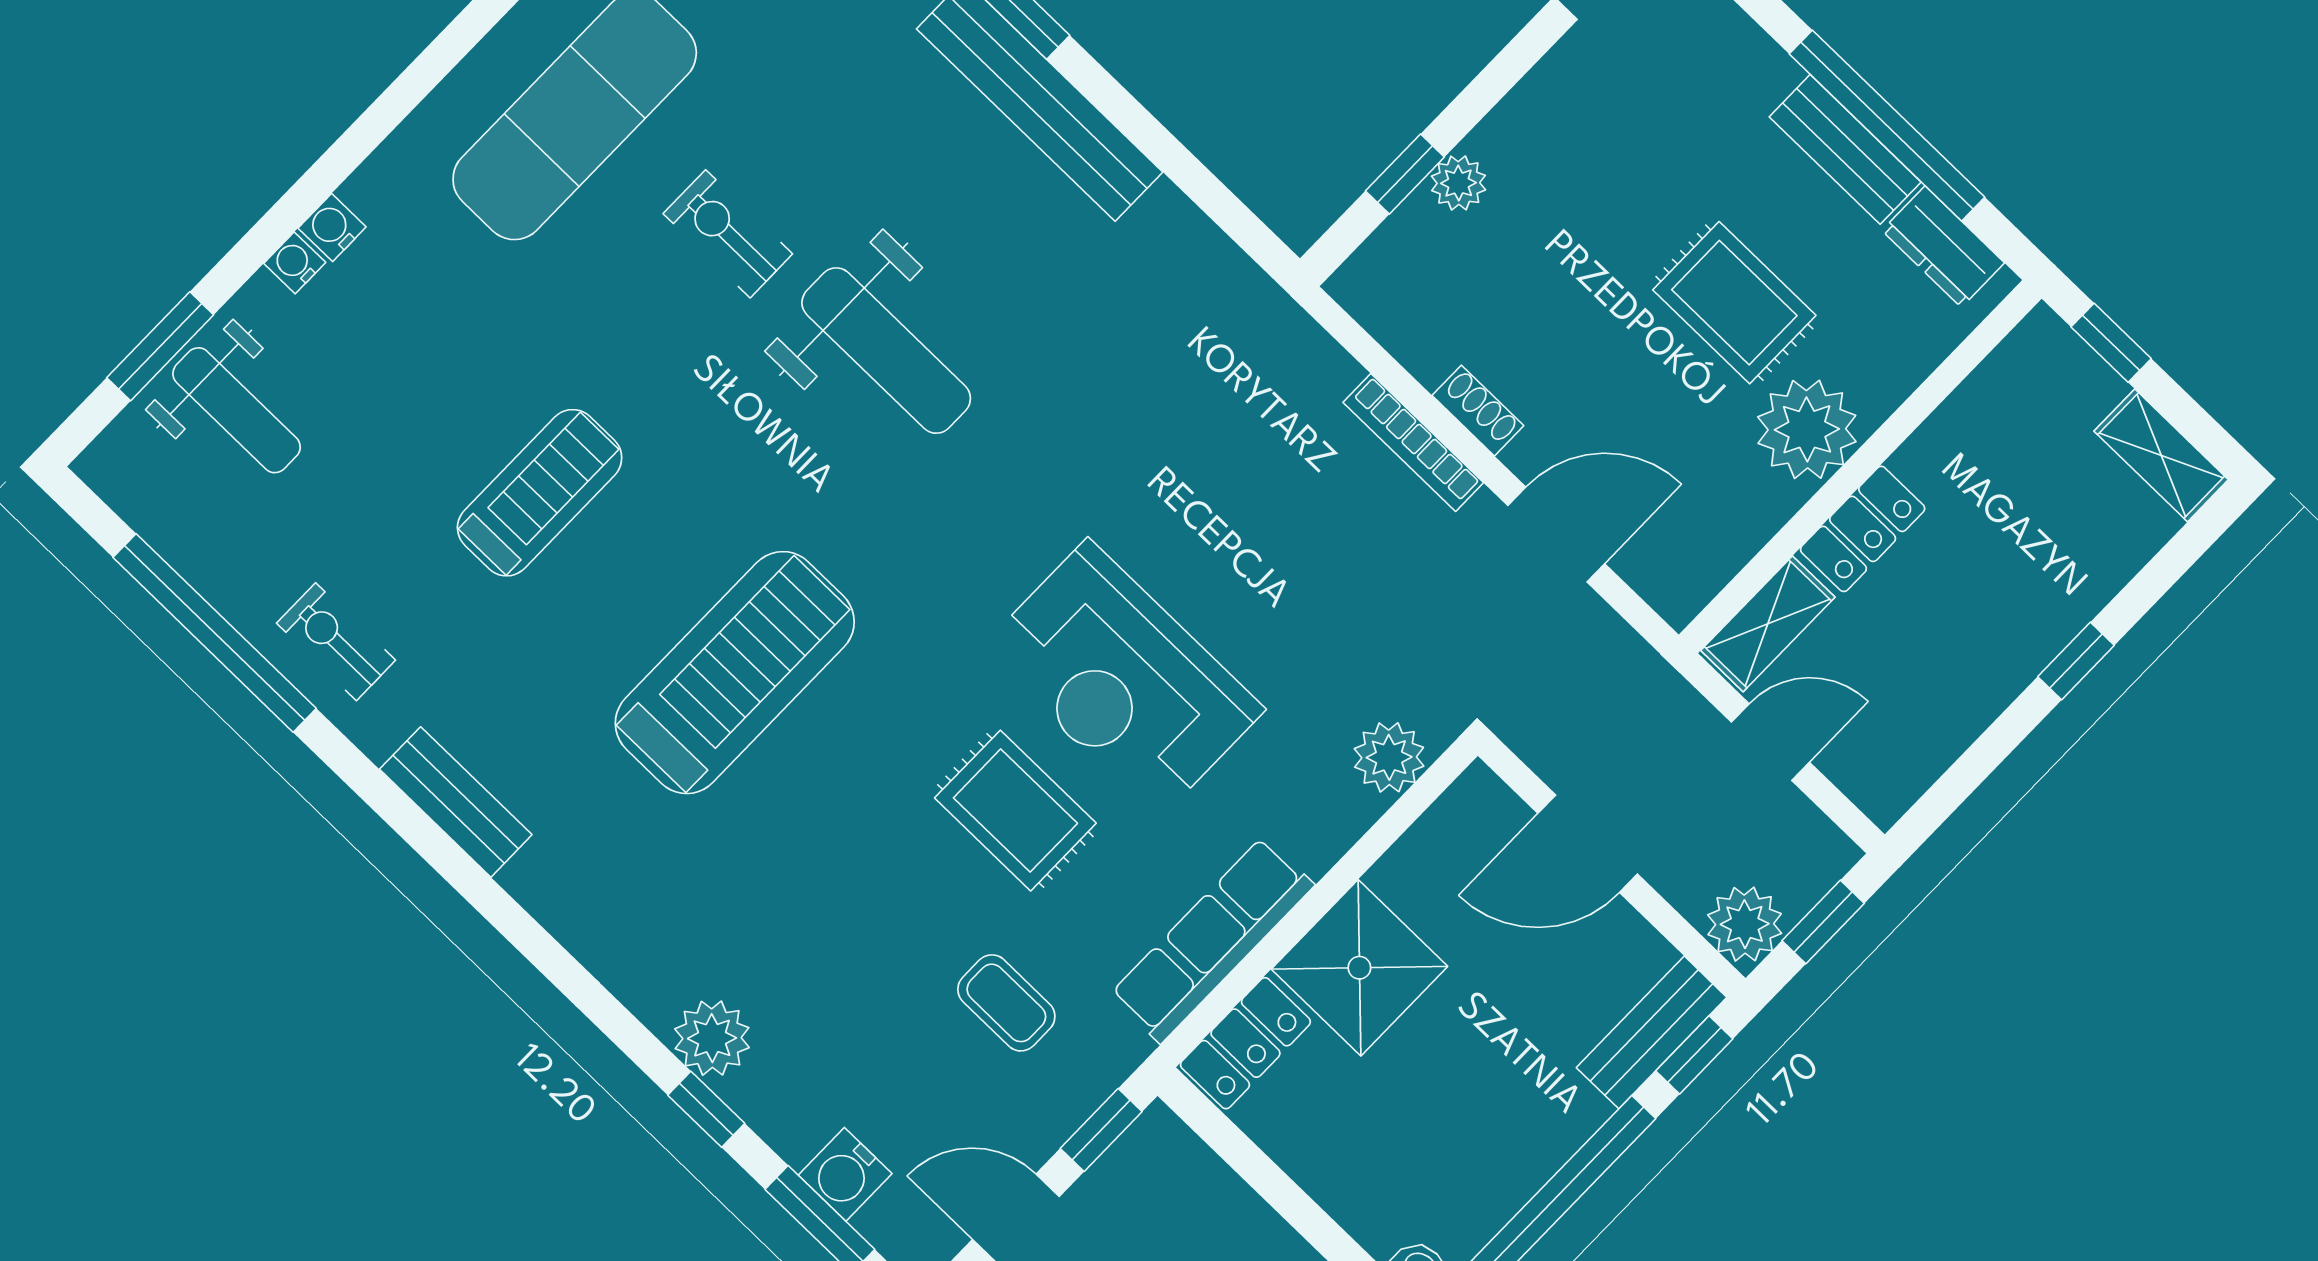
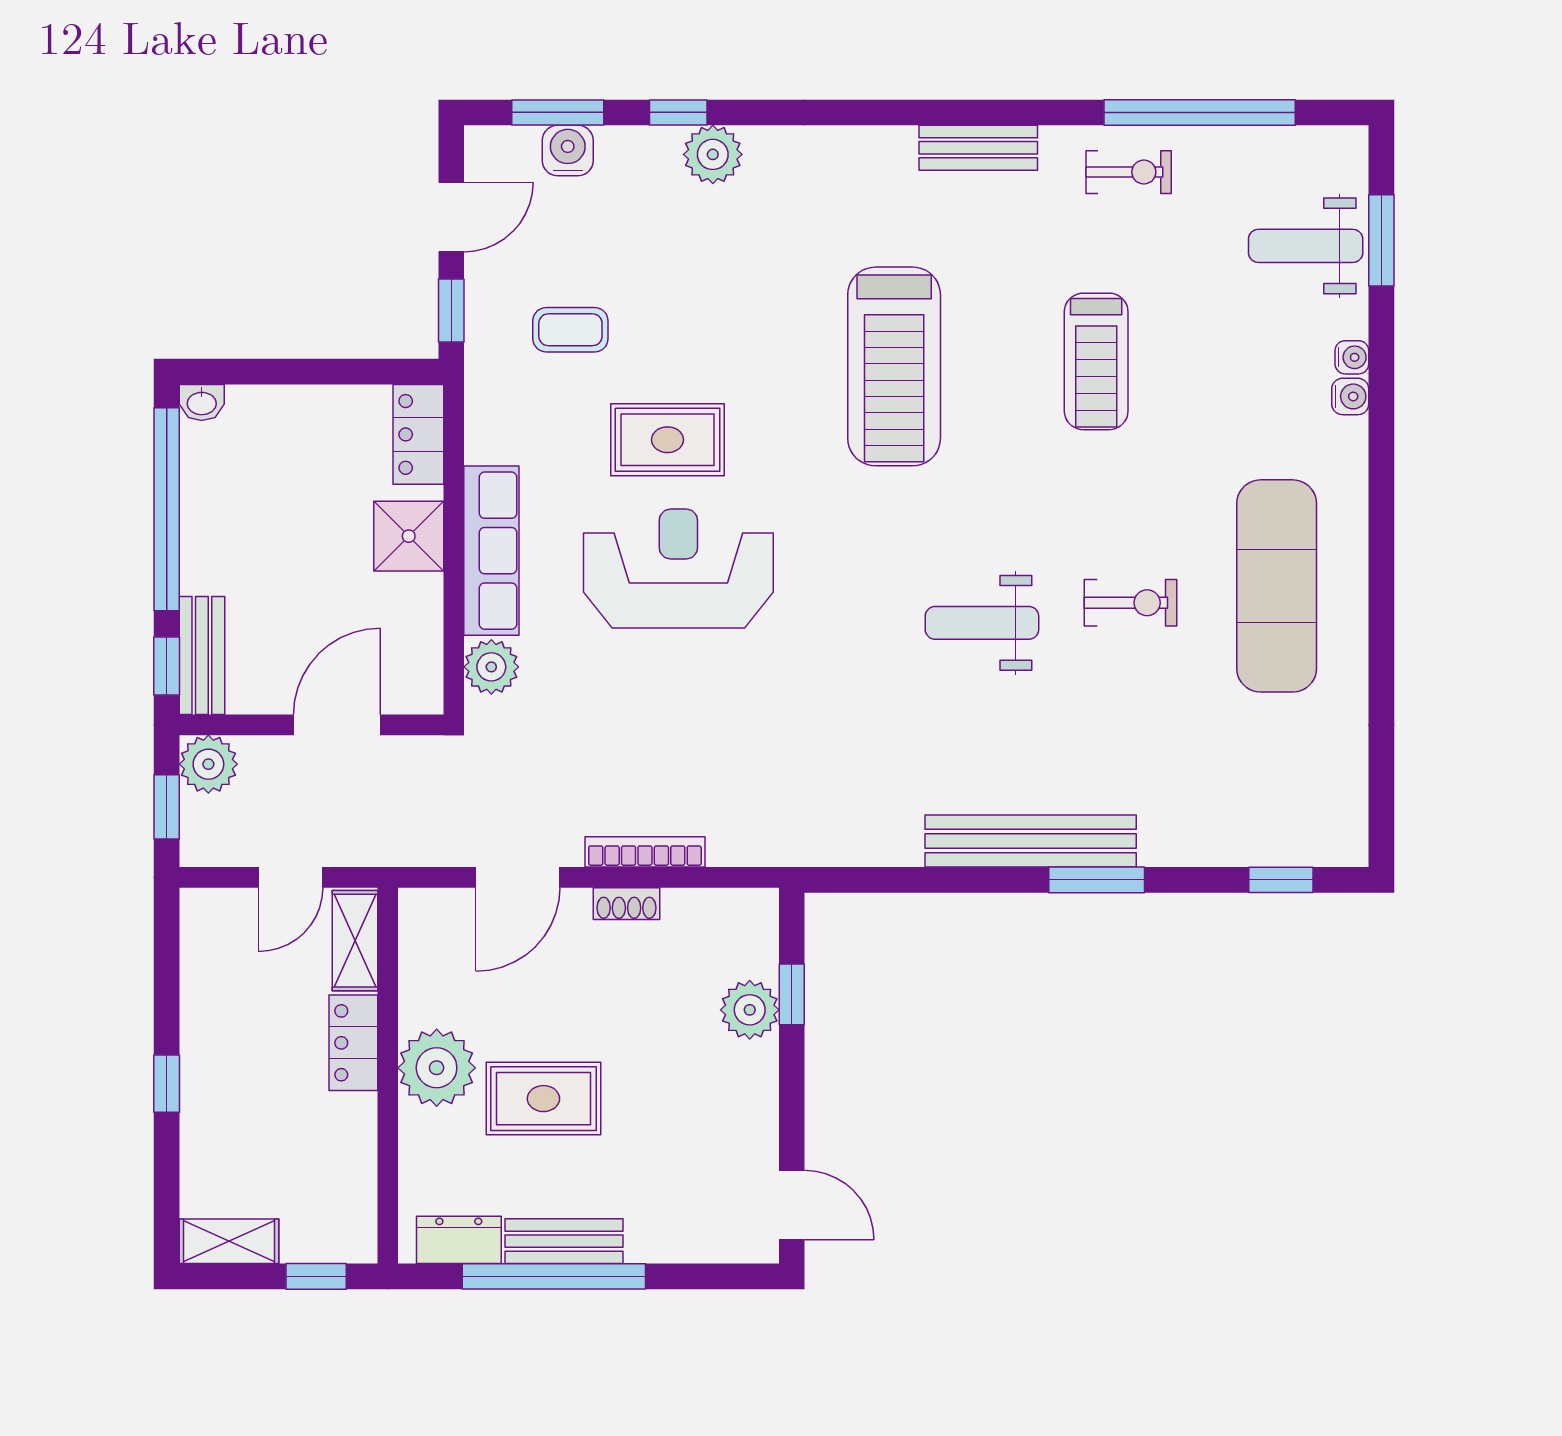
plant: (1458, 183) -> (750, 1010), width x1.38, depth x1.38
weight bench: (886, 351) -> (982, 623), width x0.73, depth x0.75
row of seats: (1212, 940) -> (491, 551), moved
shower: (1359, 968) -> (409, 536), width x0.73, depth x0.73

